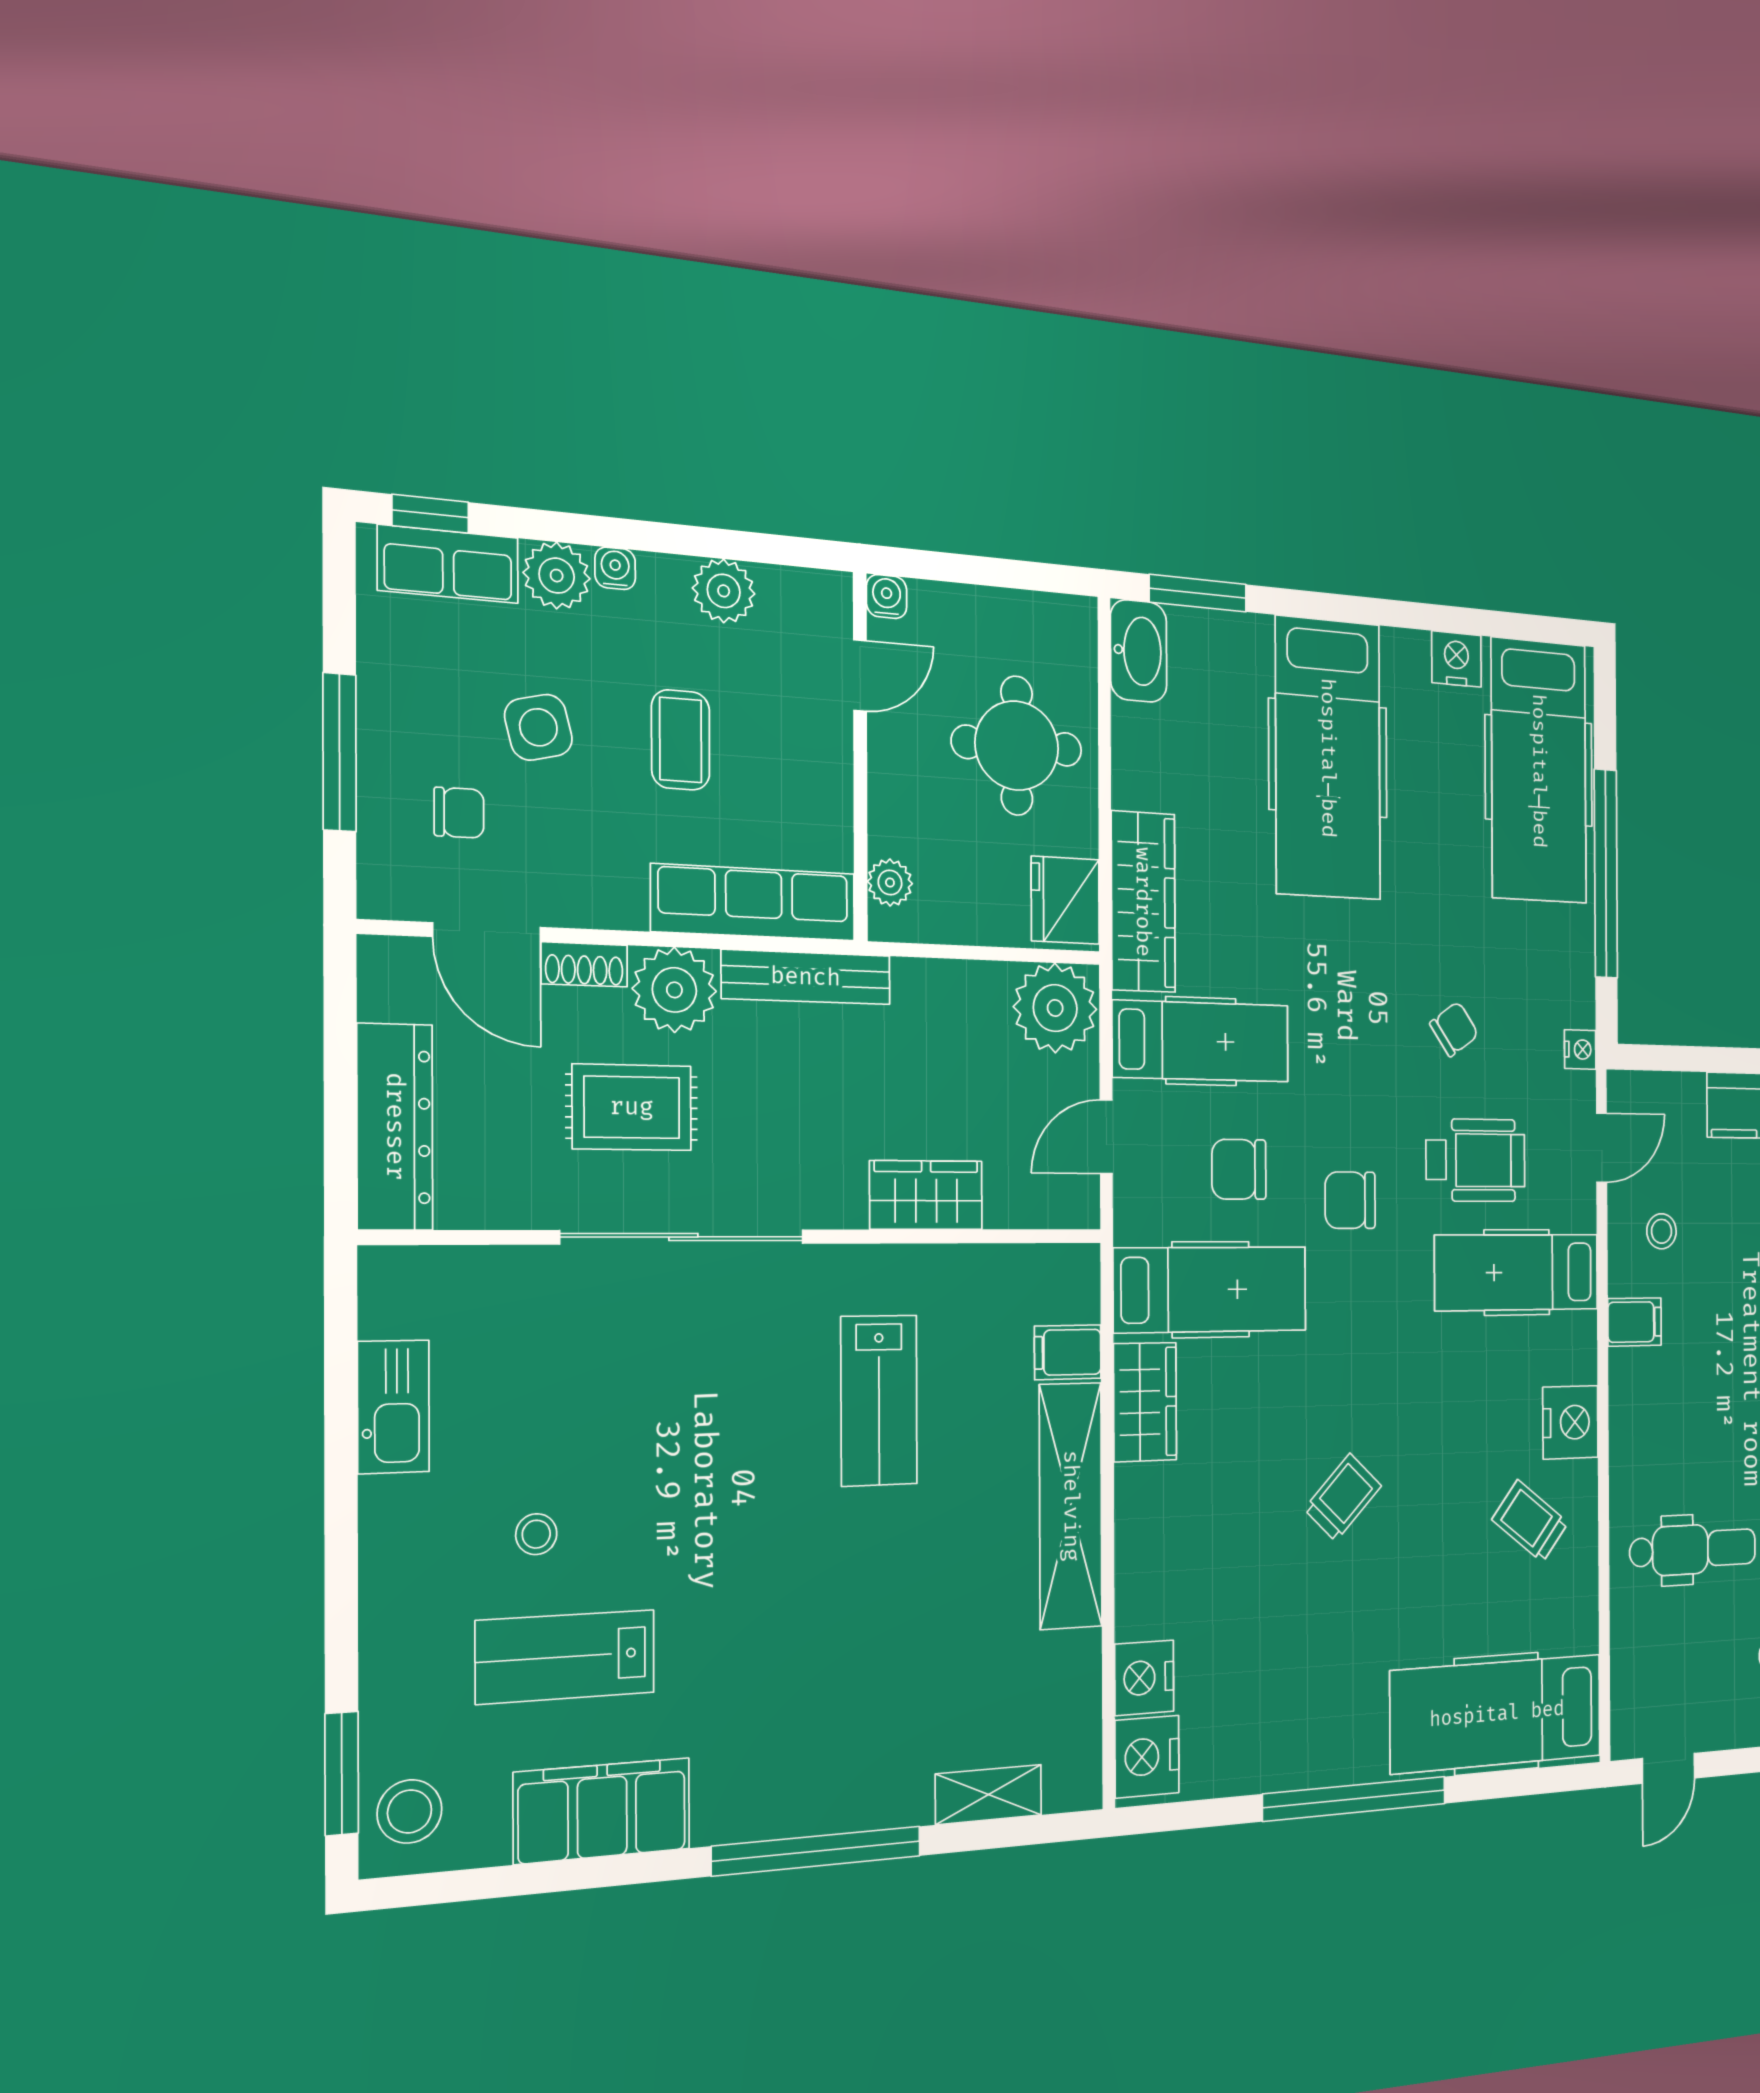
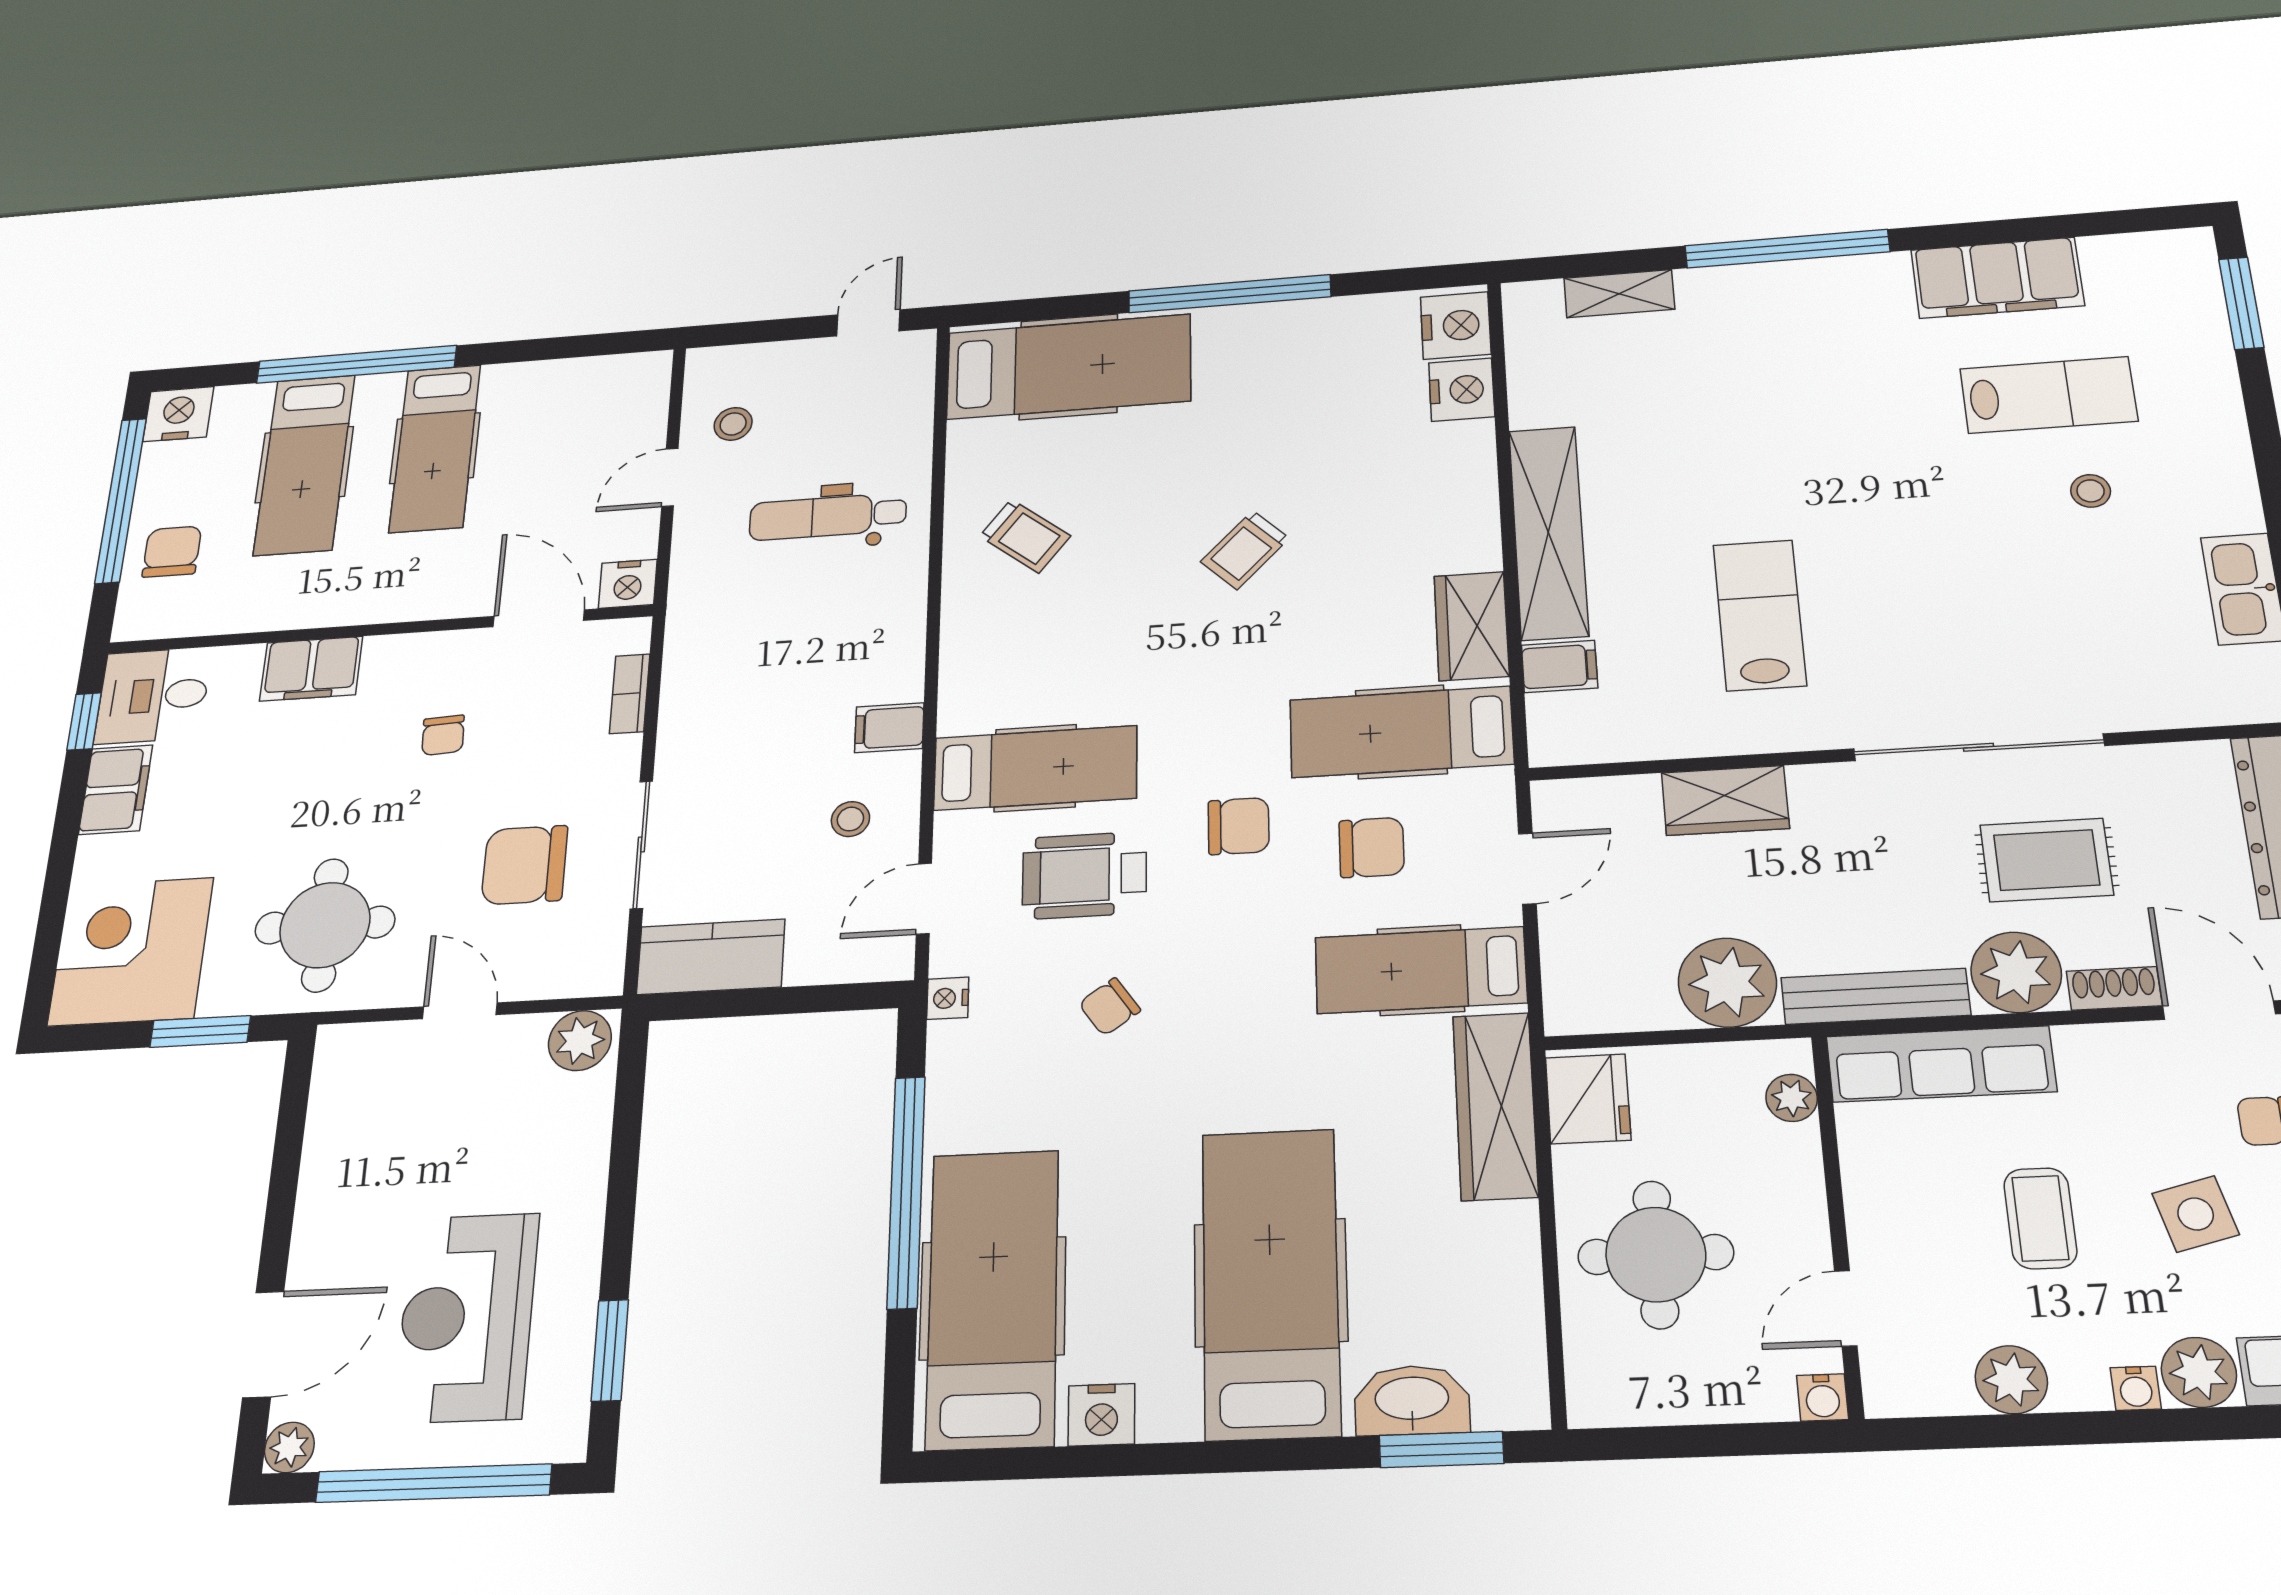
washbasin: (1139, 651) -> (1412, 1400), moved, turned 90
plant: (1055, 1008) -> (1727, 982), moved
nightstand: (1570, 1422) -> (973, 629), removed
stool: (410, 1811) -> (2175, 276), removed

